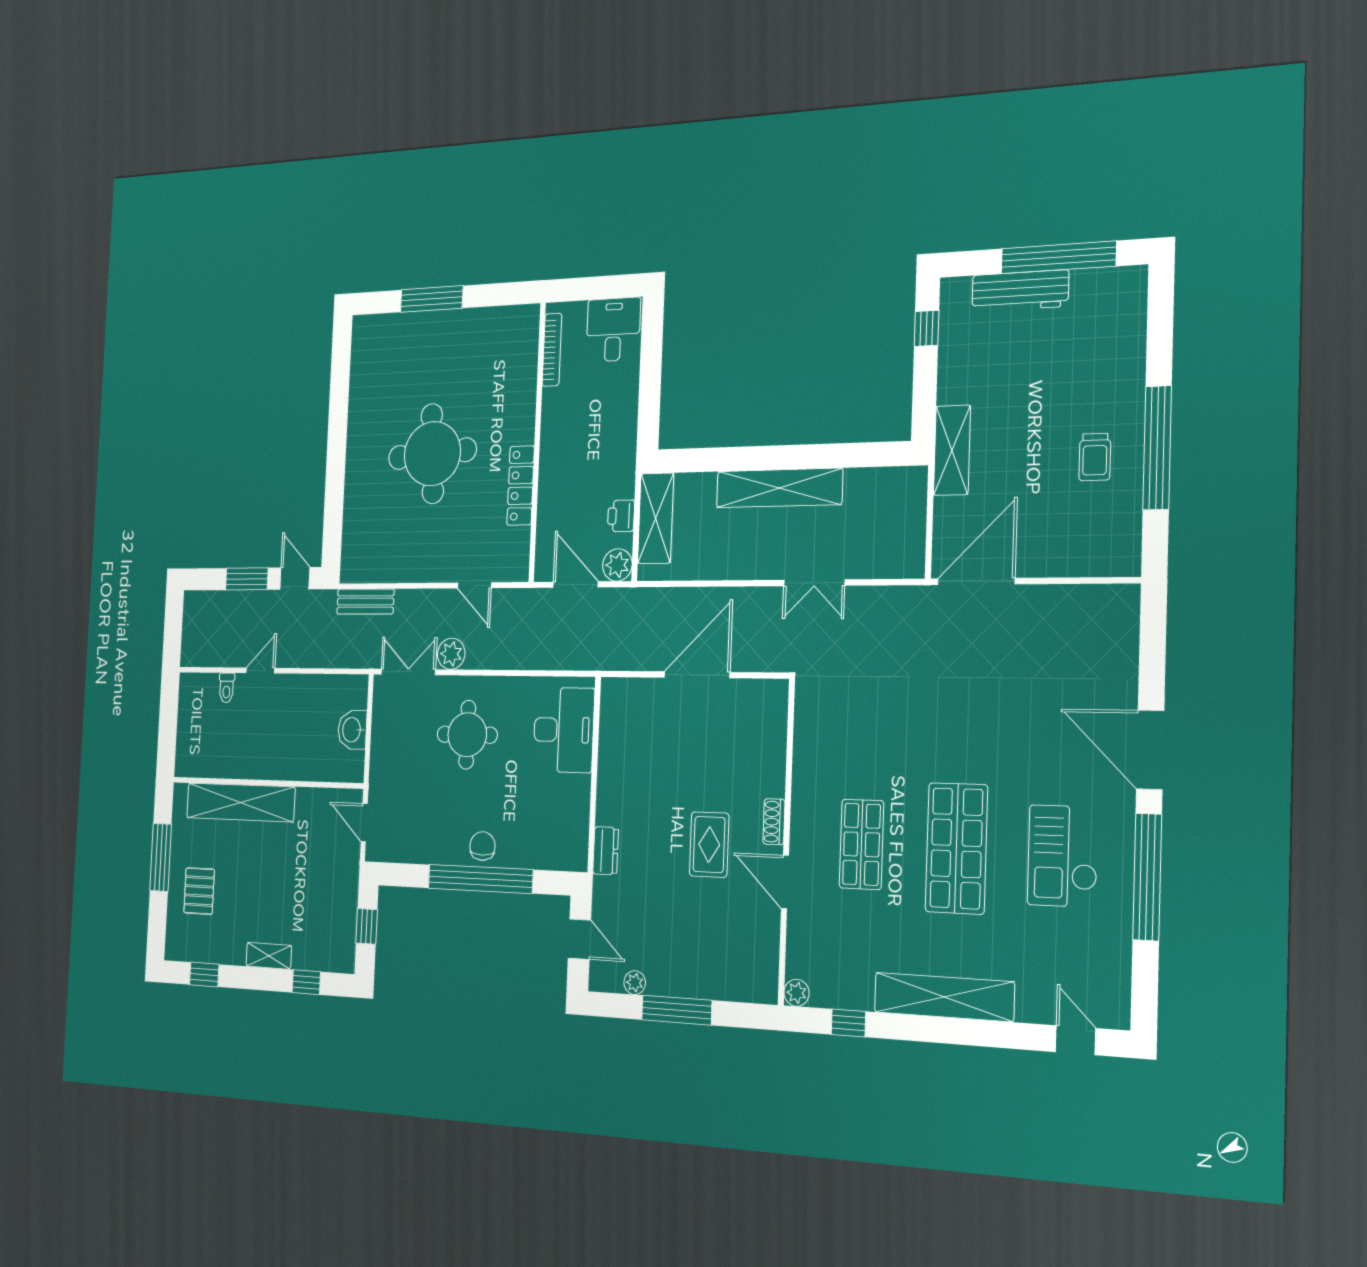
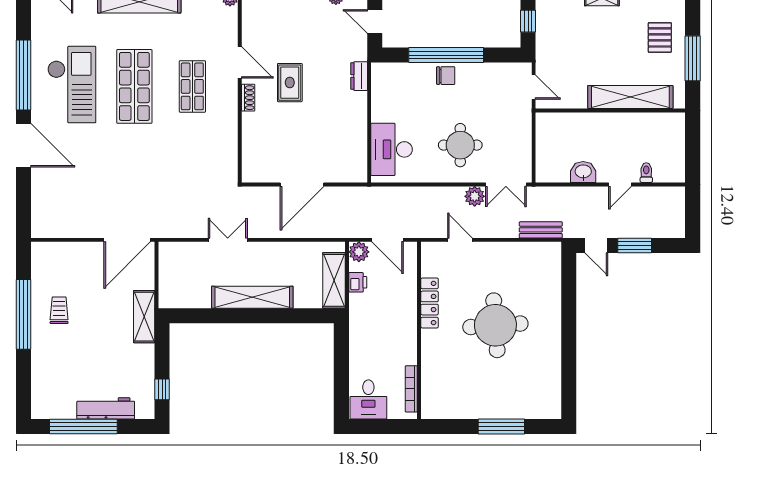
washbasin: (352, 730) -> (583, 172), moved, turned -90
chair: (482, 846) -> (446, 76), turned -90
checkout: (1063, 856) -> (72, 85), width x1.36, depth x1.21

